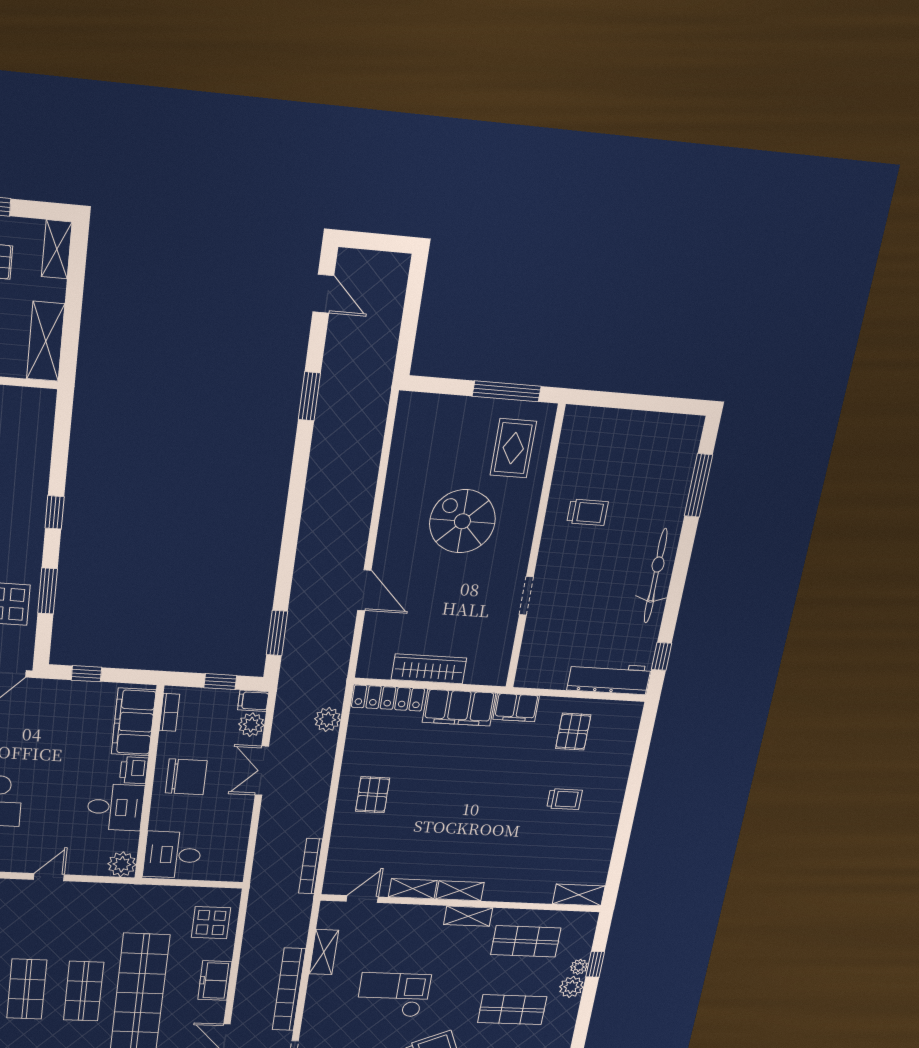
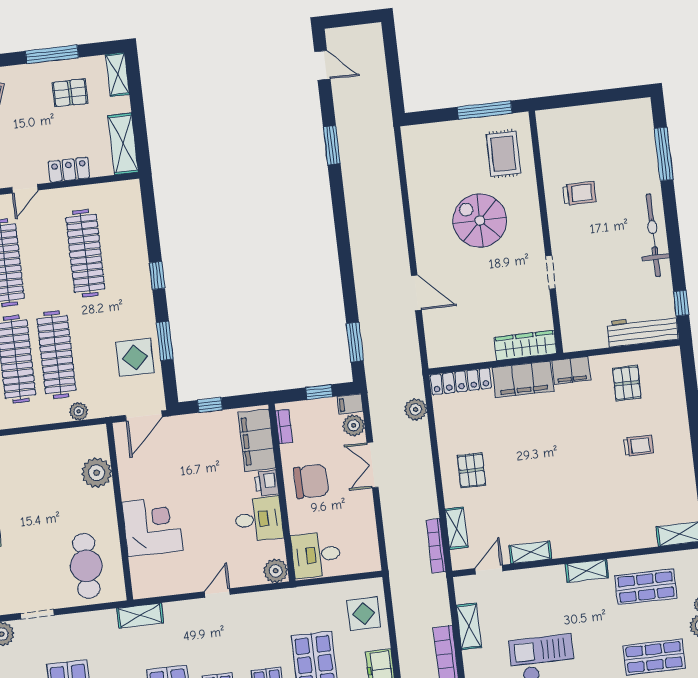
wardrobe: (429, 669) -> (525, 345), moved
shelving: (460, 891) -> (456, 528), moved, turned 90

